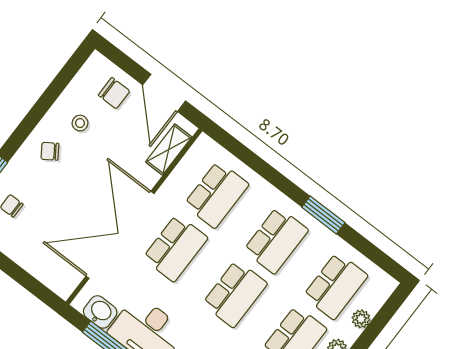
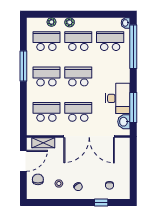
window: (323, 215) -> (23, 66), width x1.44

